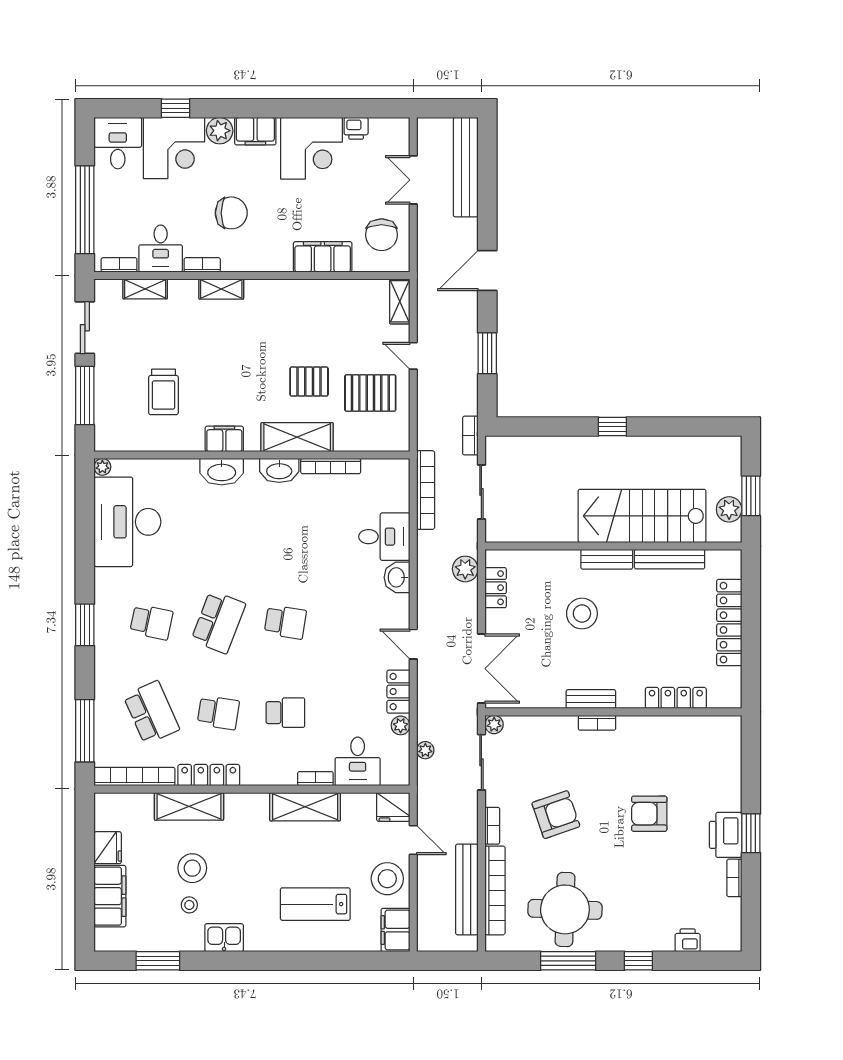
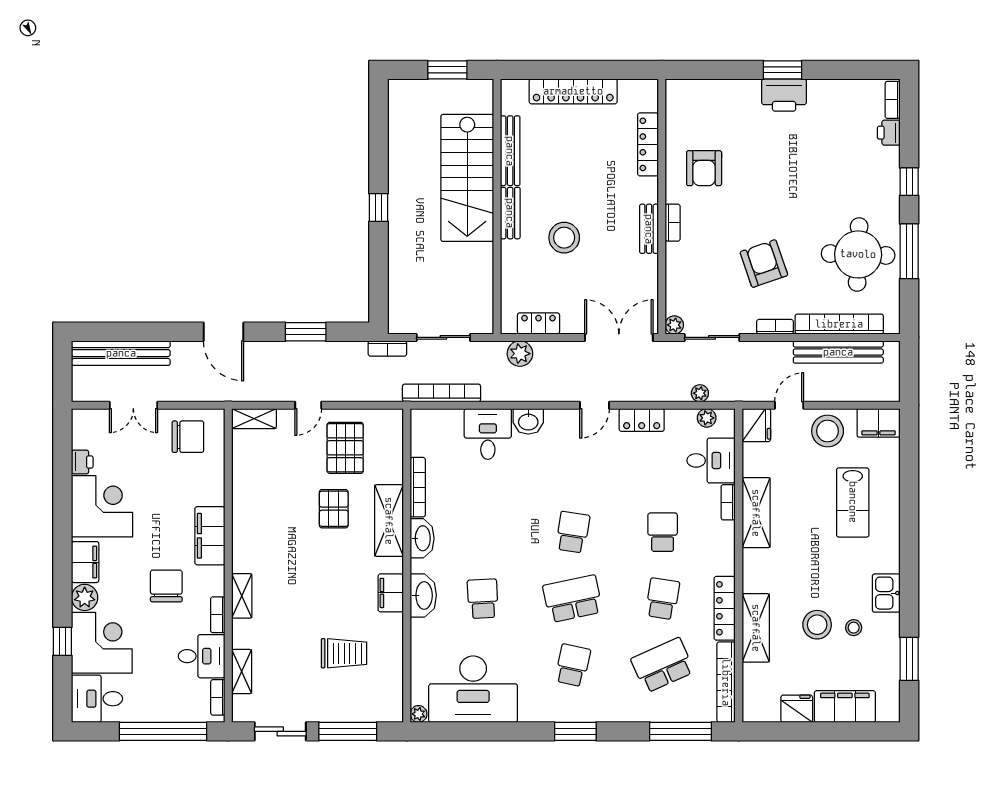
filing cabinet: (323, 257) -> (210, 536), moved
plant: (729, 509) -> (461, 92), removed
school desk: (218, 532) -> (483, 599), added
school desk: (218, 622) -> (573, 599), turned -33
plant: (401, 725) -> (707, 418), moved
armchair: (649, 814) -> (704, 168), moved
bookcase: (734, 878) -> (893, 100), moved, turned 90

